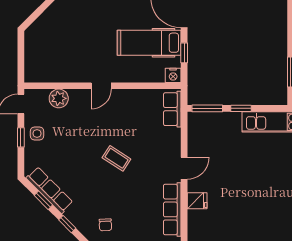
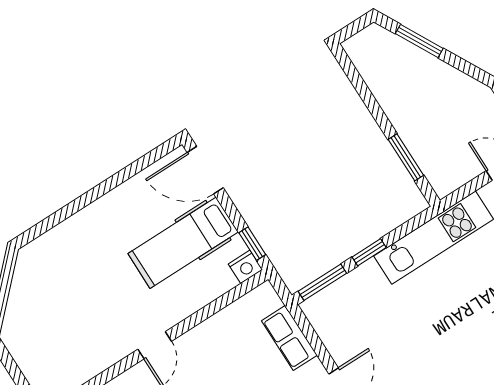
window: (184, 53) -> (252, 244), moved
row of seats: (172, 109) -> (289, 338), moved

